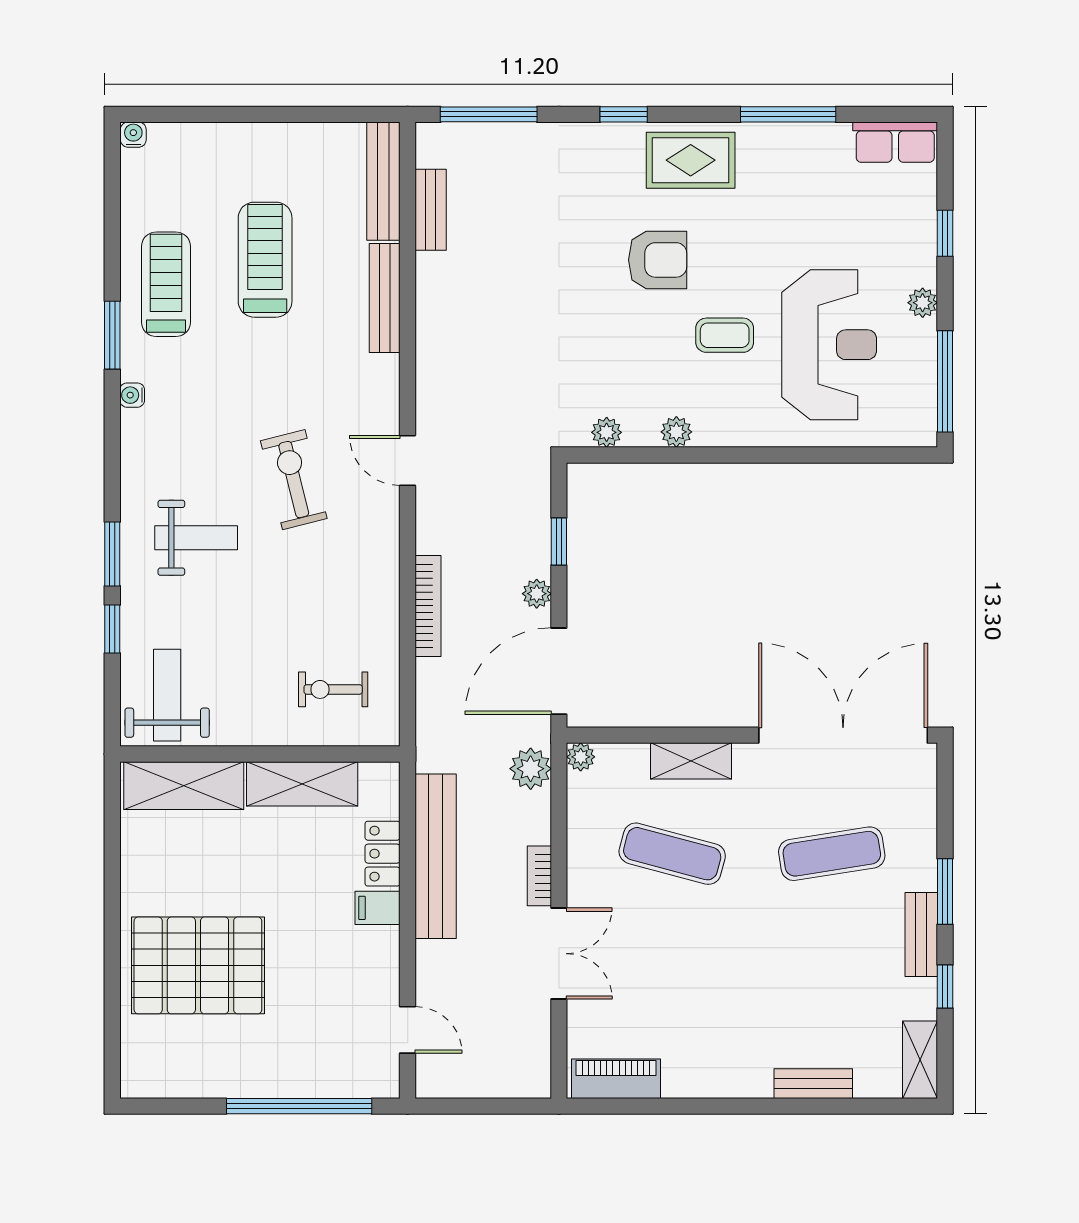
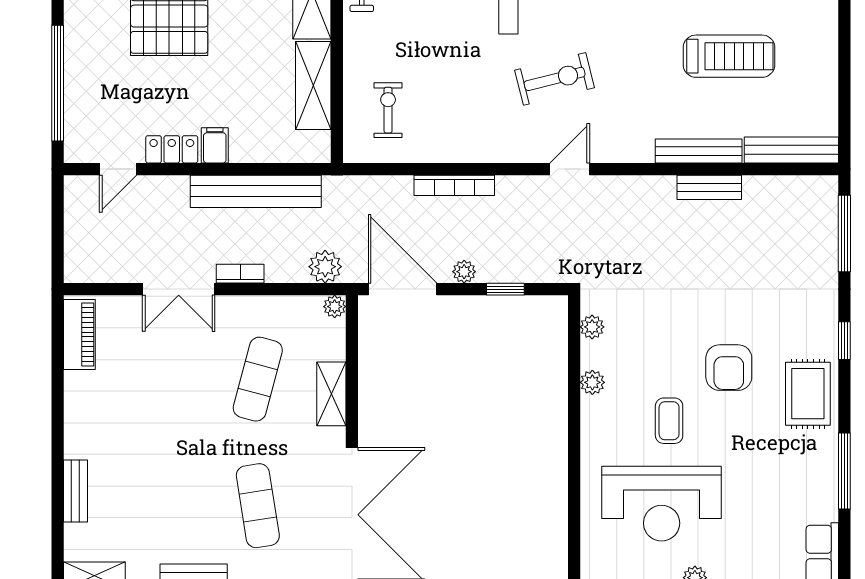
bench: (431, 210) -> (709, 187), moved
locker: (383, 854) -> (172, 149), moved

